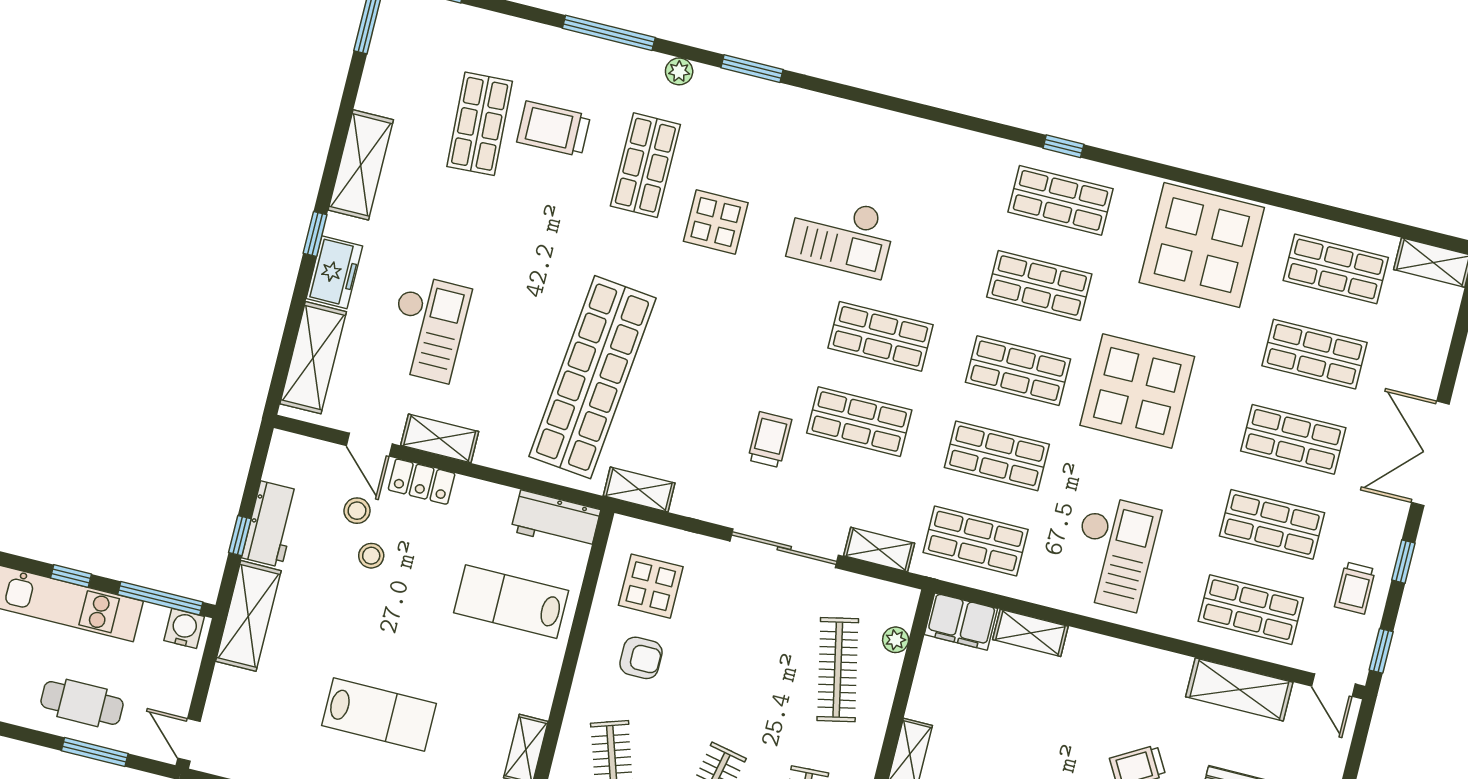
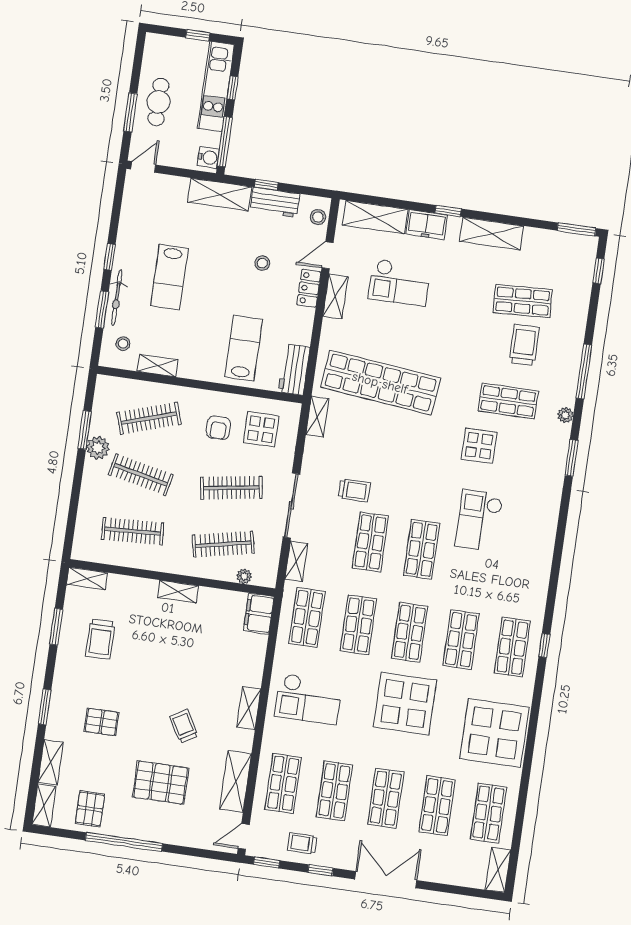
stool: (357, 511) -> (318, 217), moved
shelving: (1030, 633) -> (249, 708), moved
clothes rail: (744, 646) -> (231, 488), added

